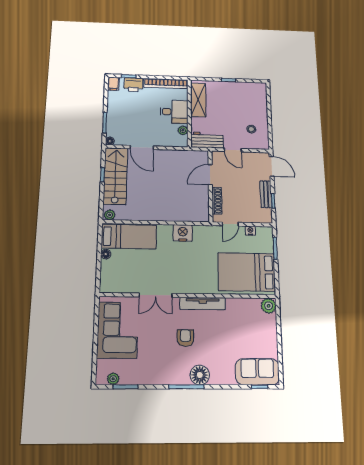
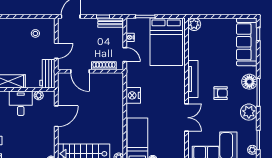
door: (142, 147) -> (56, 116), moved
bench: (266, 194) -> (110, 23), moved
armchair: (185, 338) -> (221, 93), turned 180
sofa: (257, 372) -> (247, 42), width x1.36
plant: (161, 374) -> (249, 112), added

